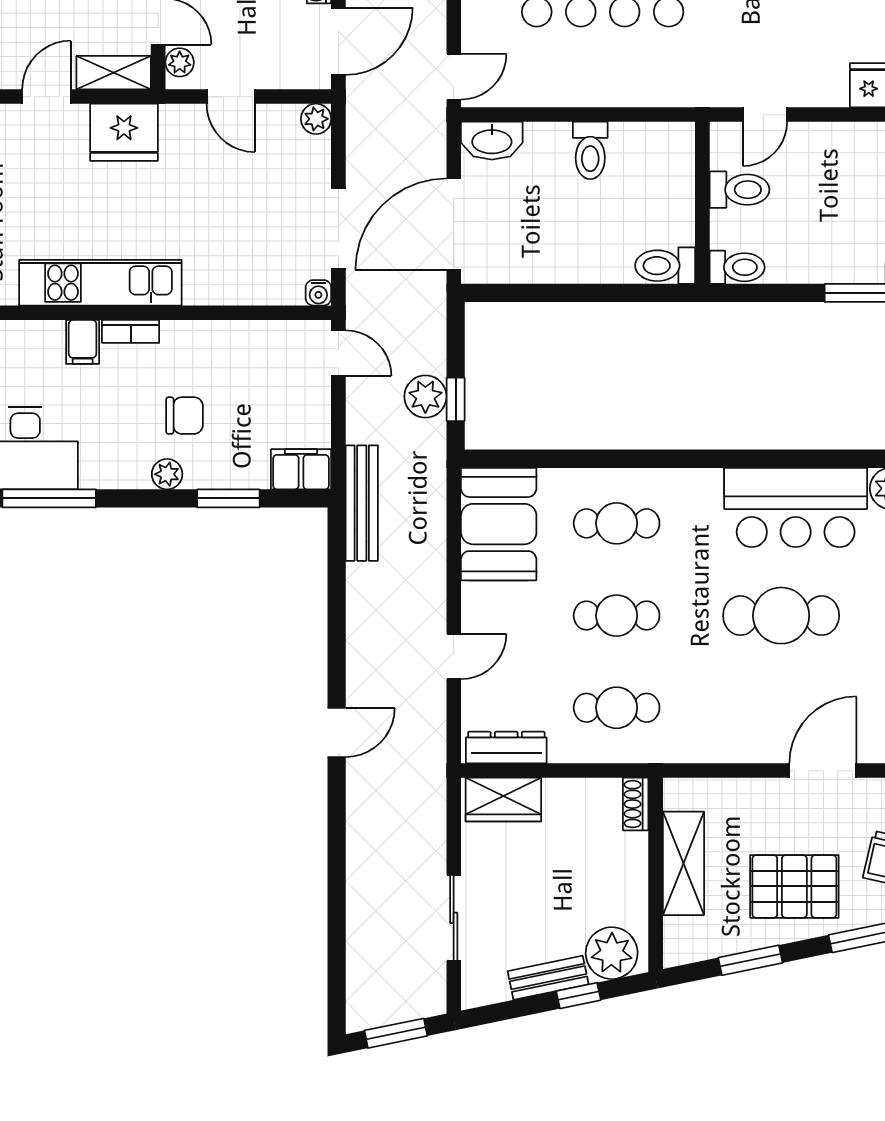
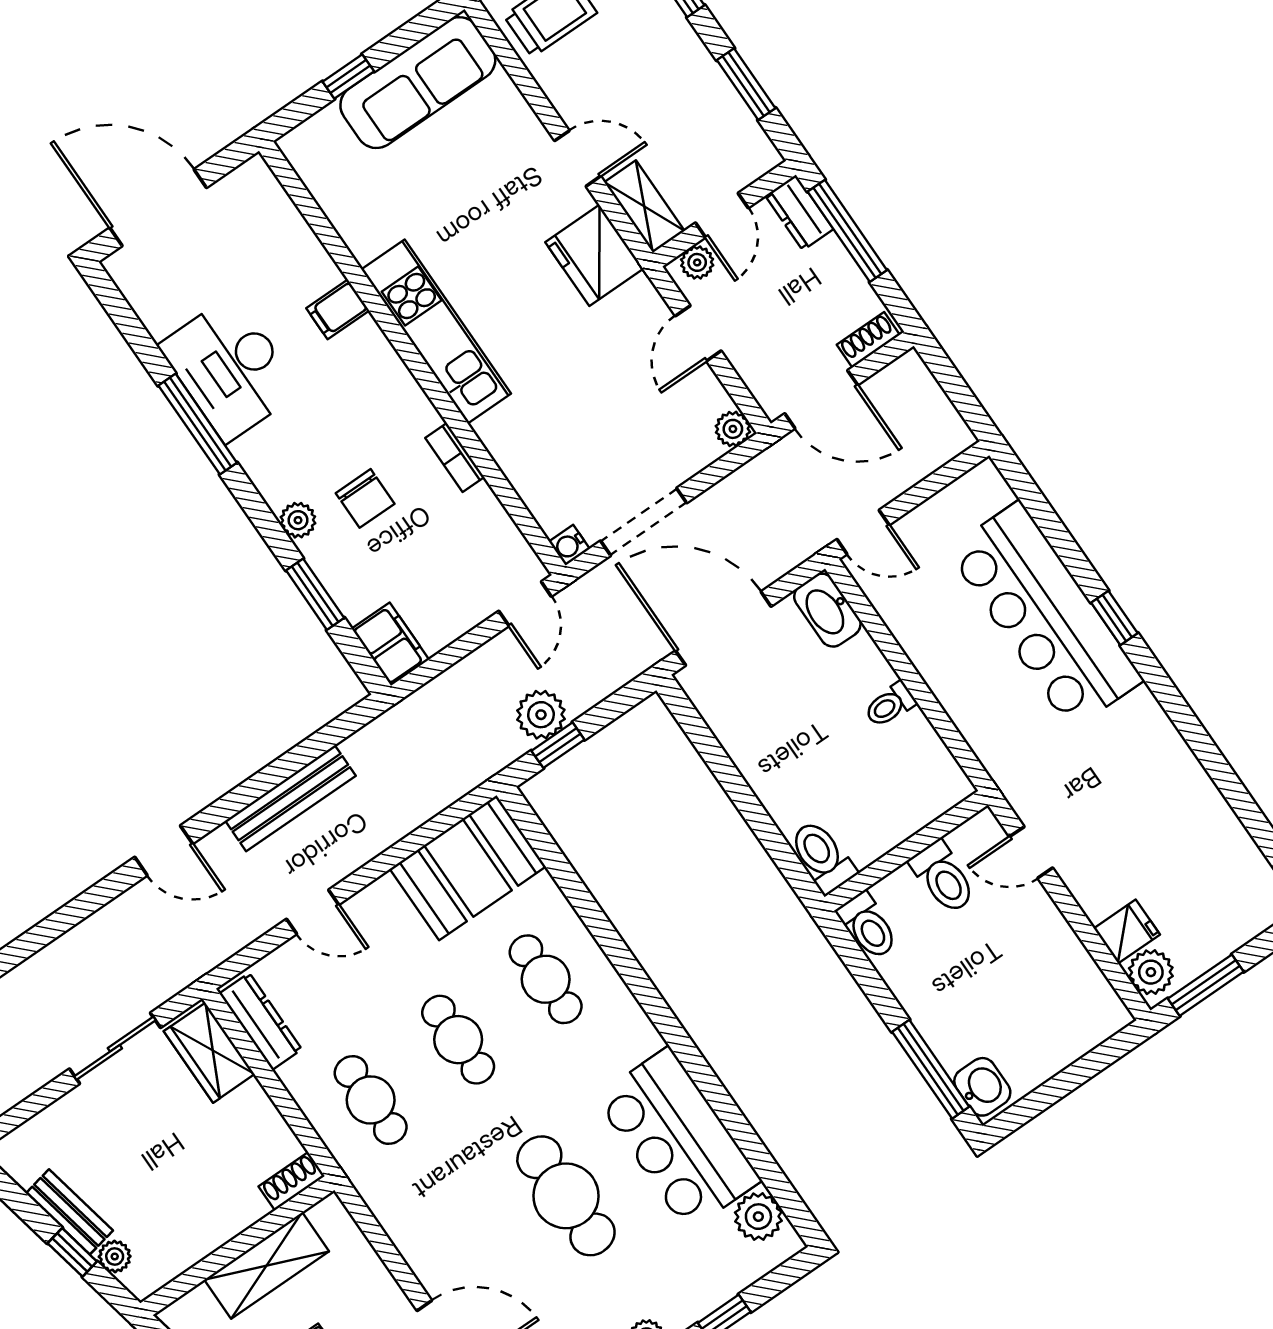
toilet: (590, 150) -> (890, 705), width x0.73, depth x0.72
bookcase: (131, 331) -> (455, 457), moved
filing cabinet: (83, 342) -> (338, 309), moved
bench: (362, 503) -> (290, 798), moved
sliding door: (454, 918) -> (115, 1048), moved
plant: (612, 953) -> (115, 1257), width x0.53, depth x0.53

